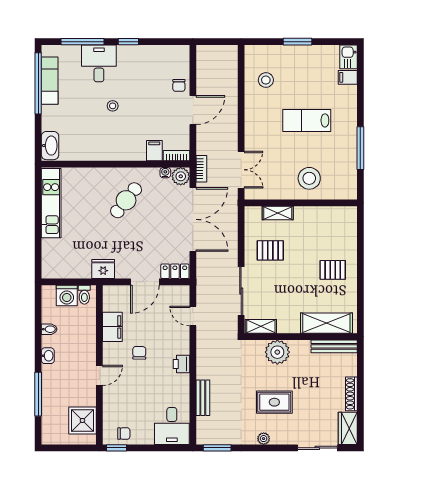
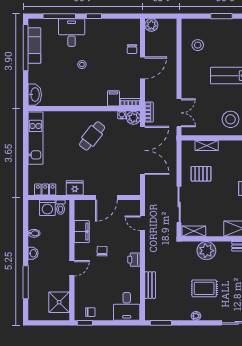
plant: (205, 53) -> (151, 25), added
locker: (175, 271) -> (45, 189), moved

